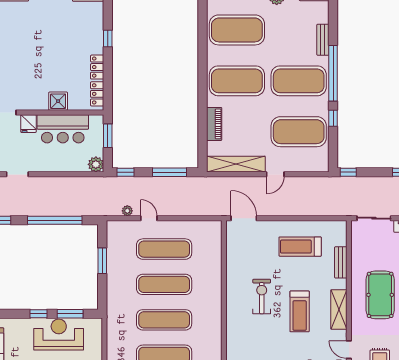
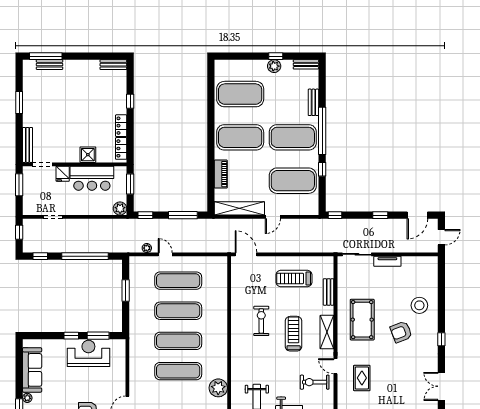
treadmill: (300, 311) -> (294, 334), turned 180

